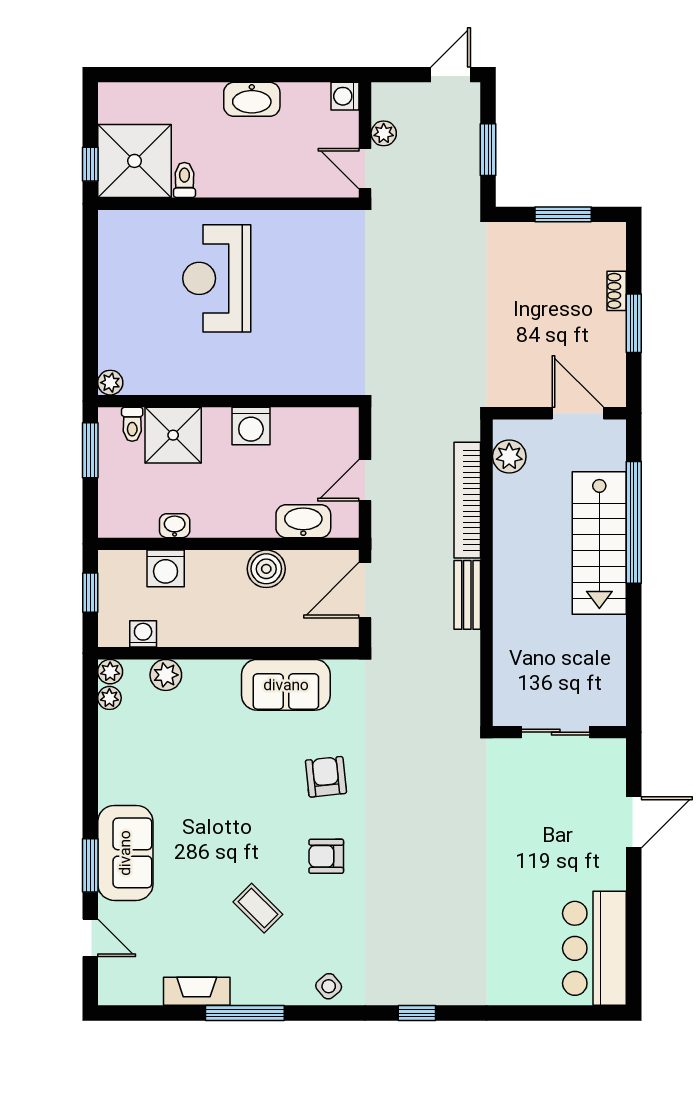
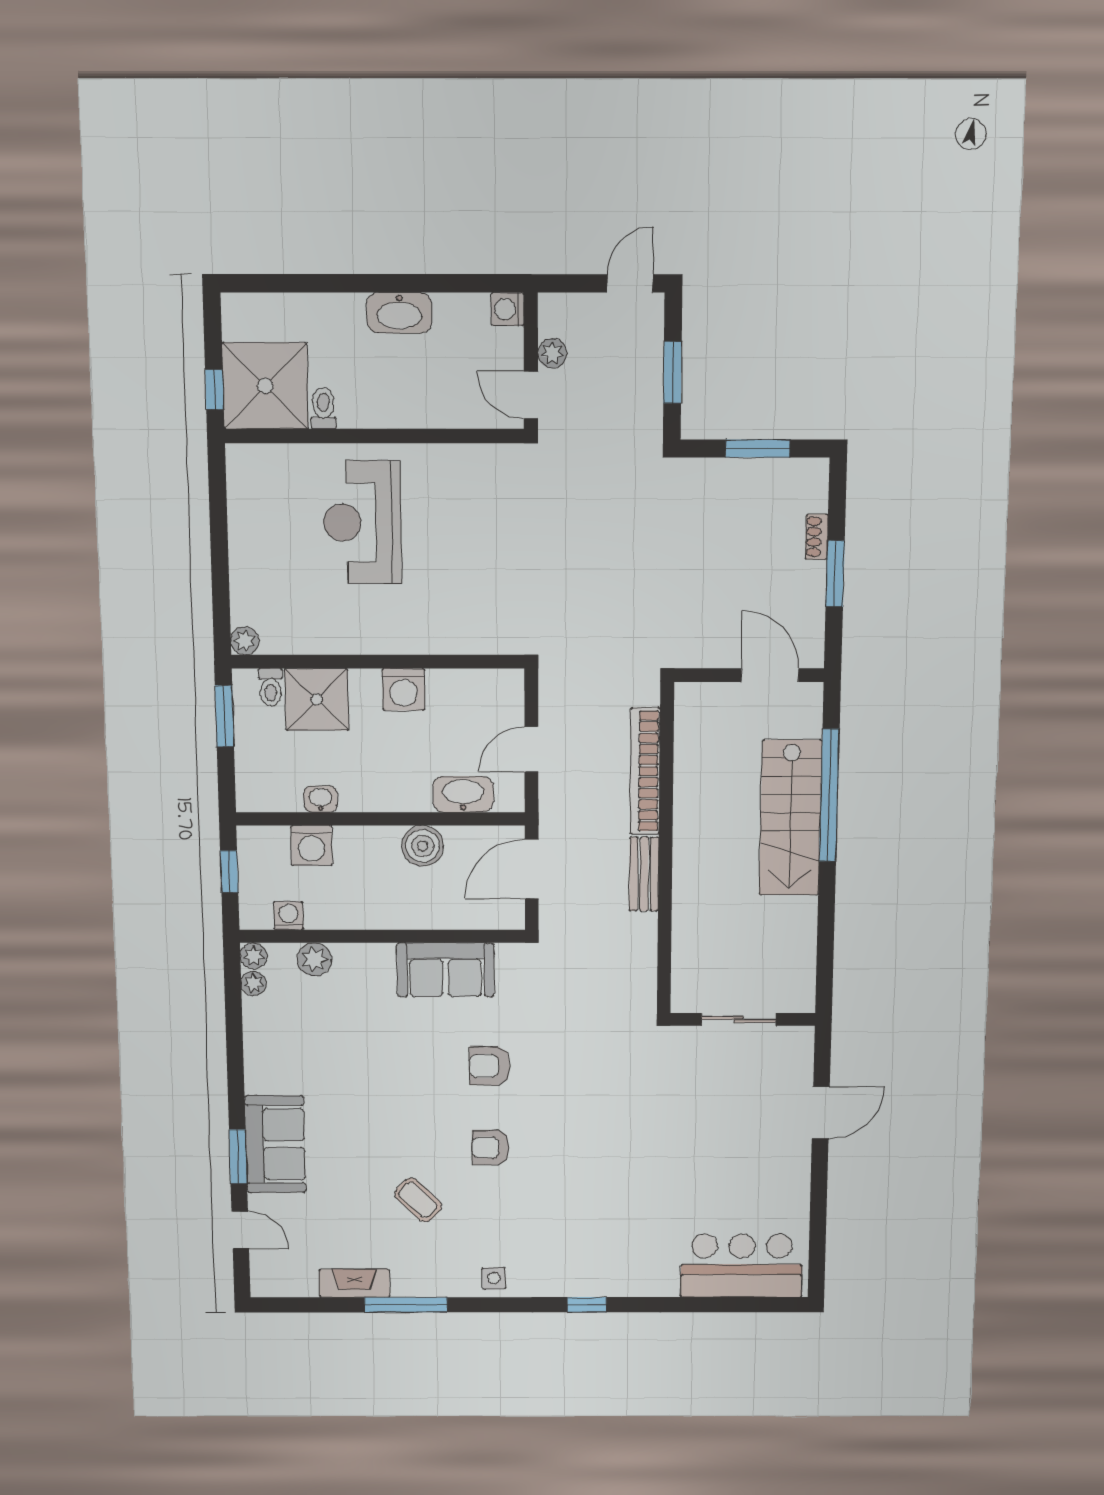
plant: (509, 456) -> (692, 723), removed
armchair: (326, 777) -> (490, 1066), turned -84
bar counter: (594, 948) -> (742, 1266), moved, turned 90
side table: (329, 986) -> (494, 1278), turned 37

